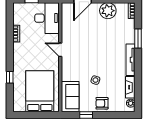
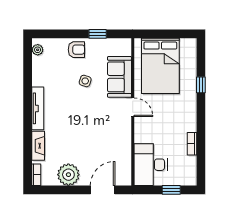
window: (138, 38) -> (28, 137), removed
door: (60, 50) -> (133, 107), moved
fireplace: (130, 87) -> (38, 146), moved
sofa: (70, 97) -> (119, 77), moved

